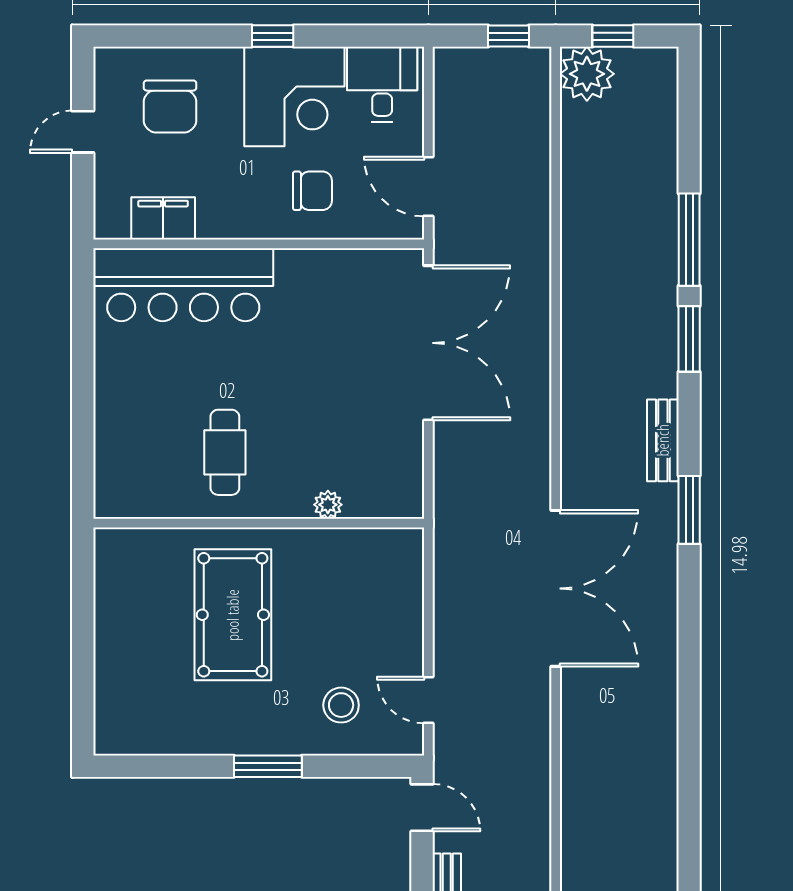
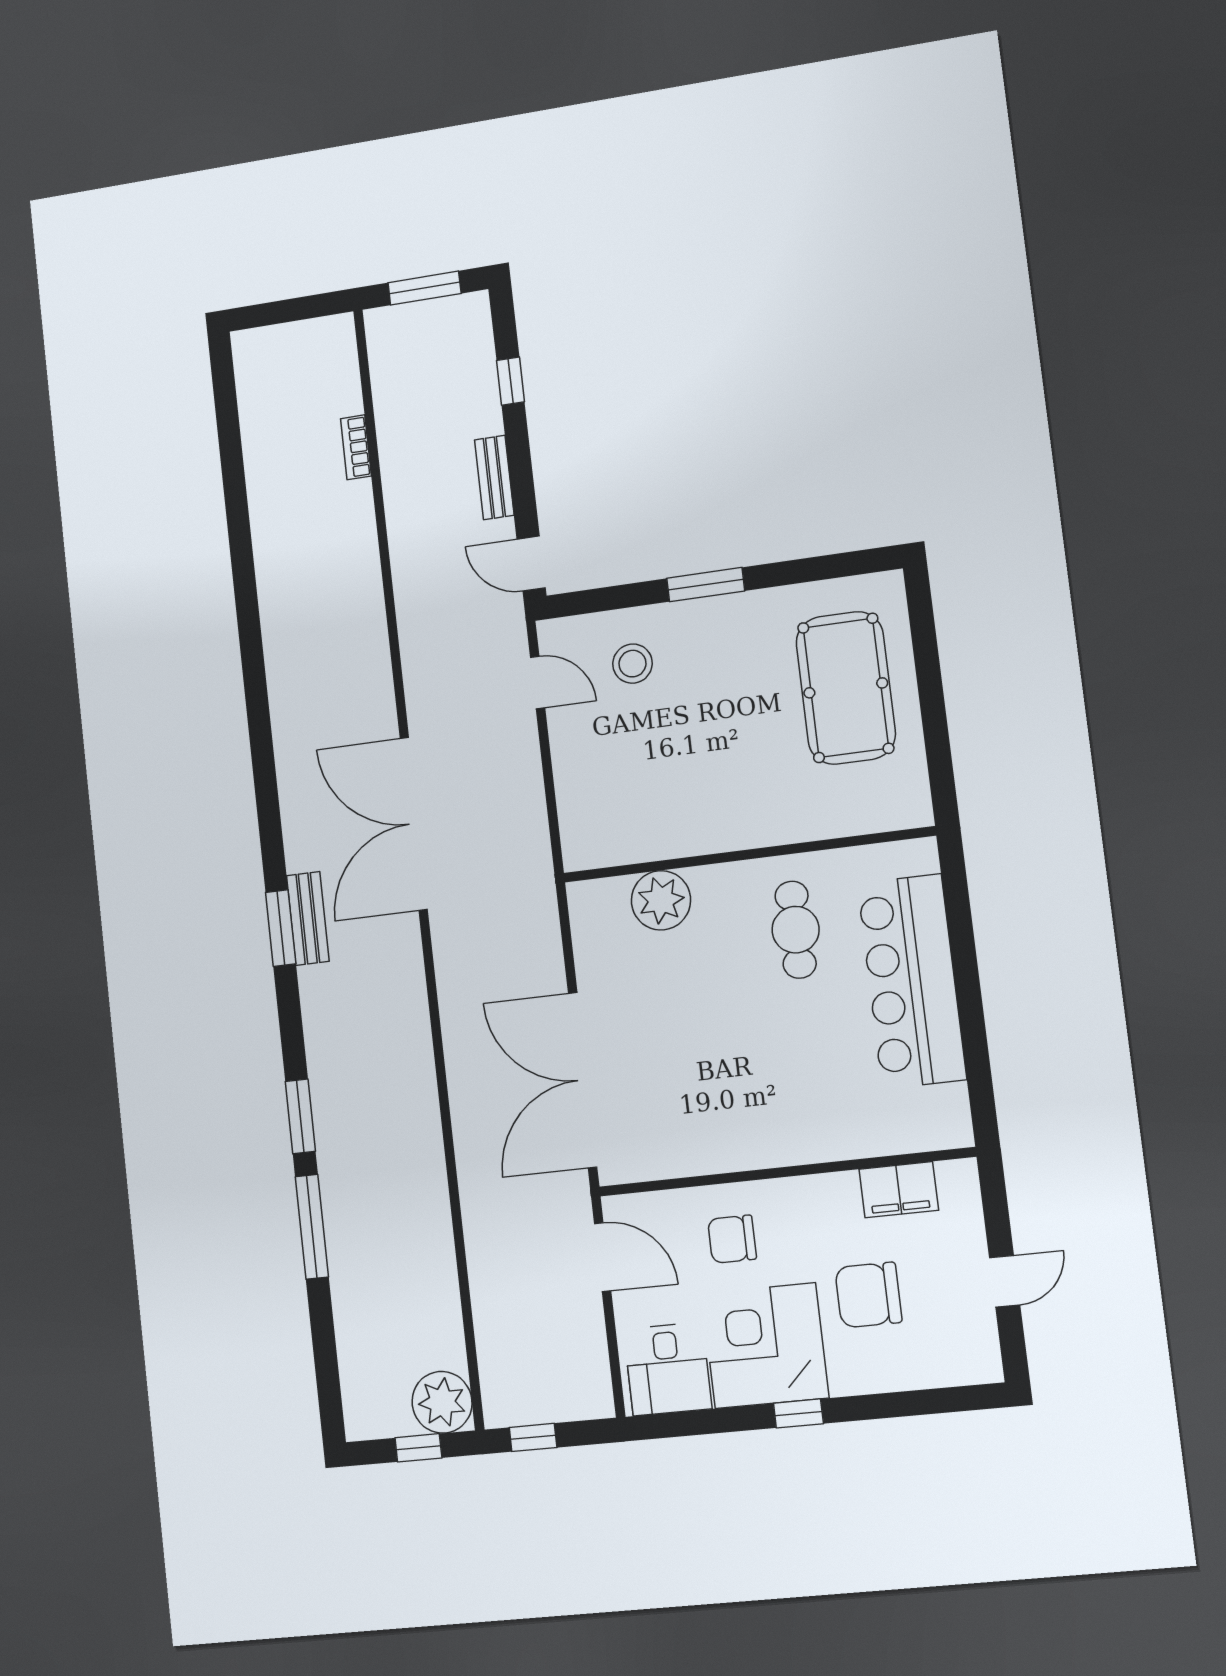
chair: (170, 106) -> (868, 1295), moved, turned -90
bar counter: (183, 285) -> (912, 981), moved, turned -90
bench: (663, 440) -> (308, 918), moved
plant: (328, 505) -> (661, 900), width x1.88, depth x1.88
pool table: (233, 615) -> (846, 688), moved

